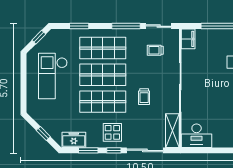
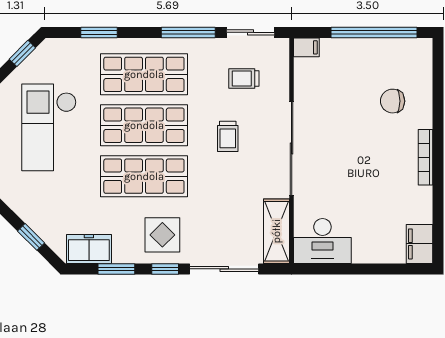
filing cabinet: (188, 39) -> (306, 47), width x0.50
trolley: (144, 97) -> (228, 136), moved

